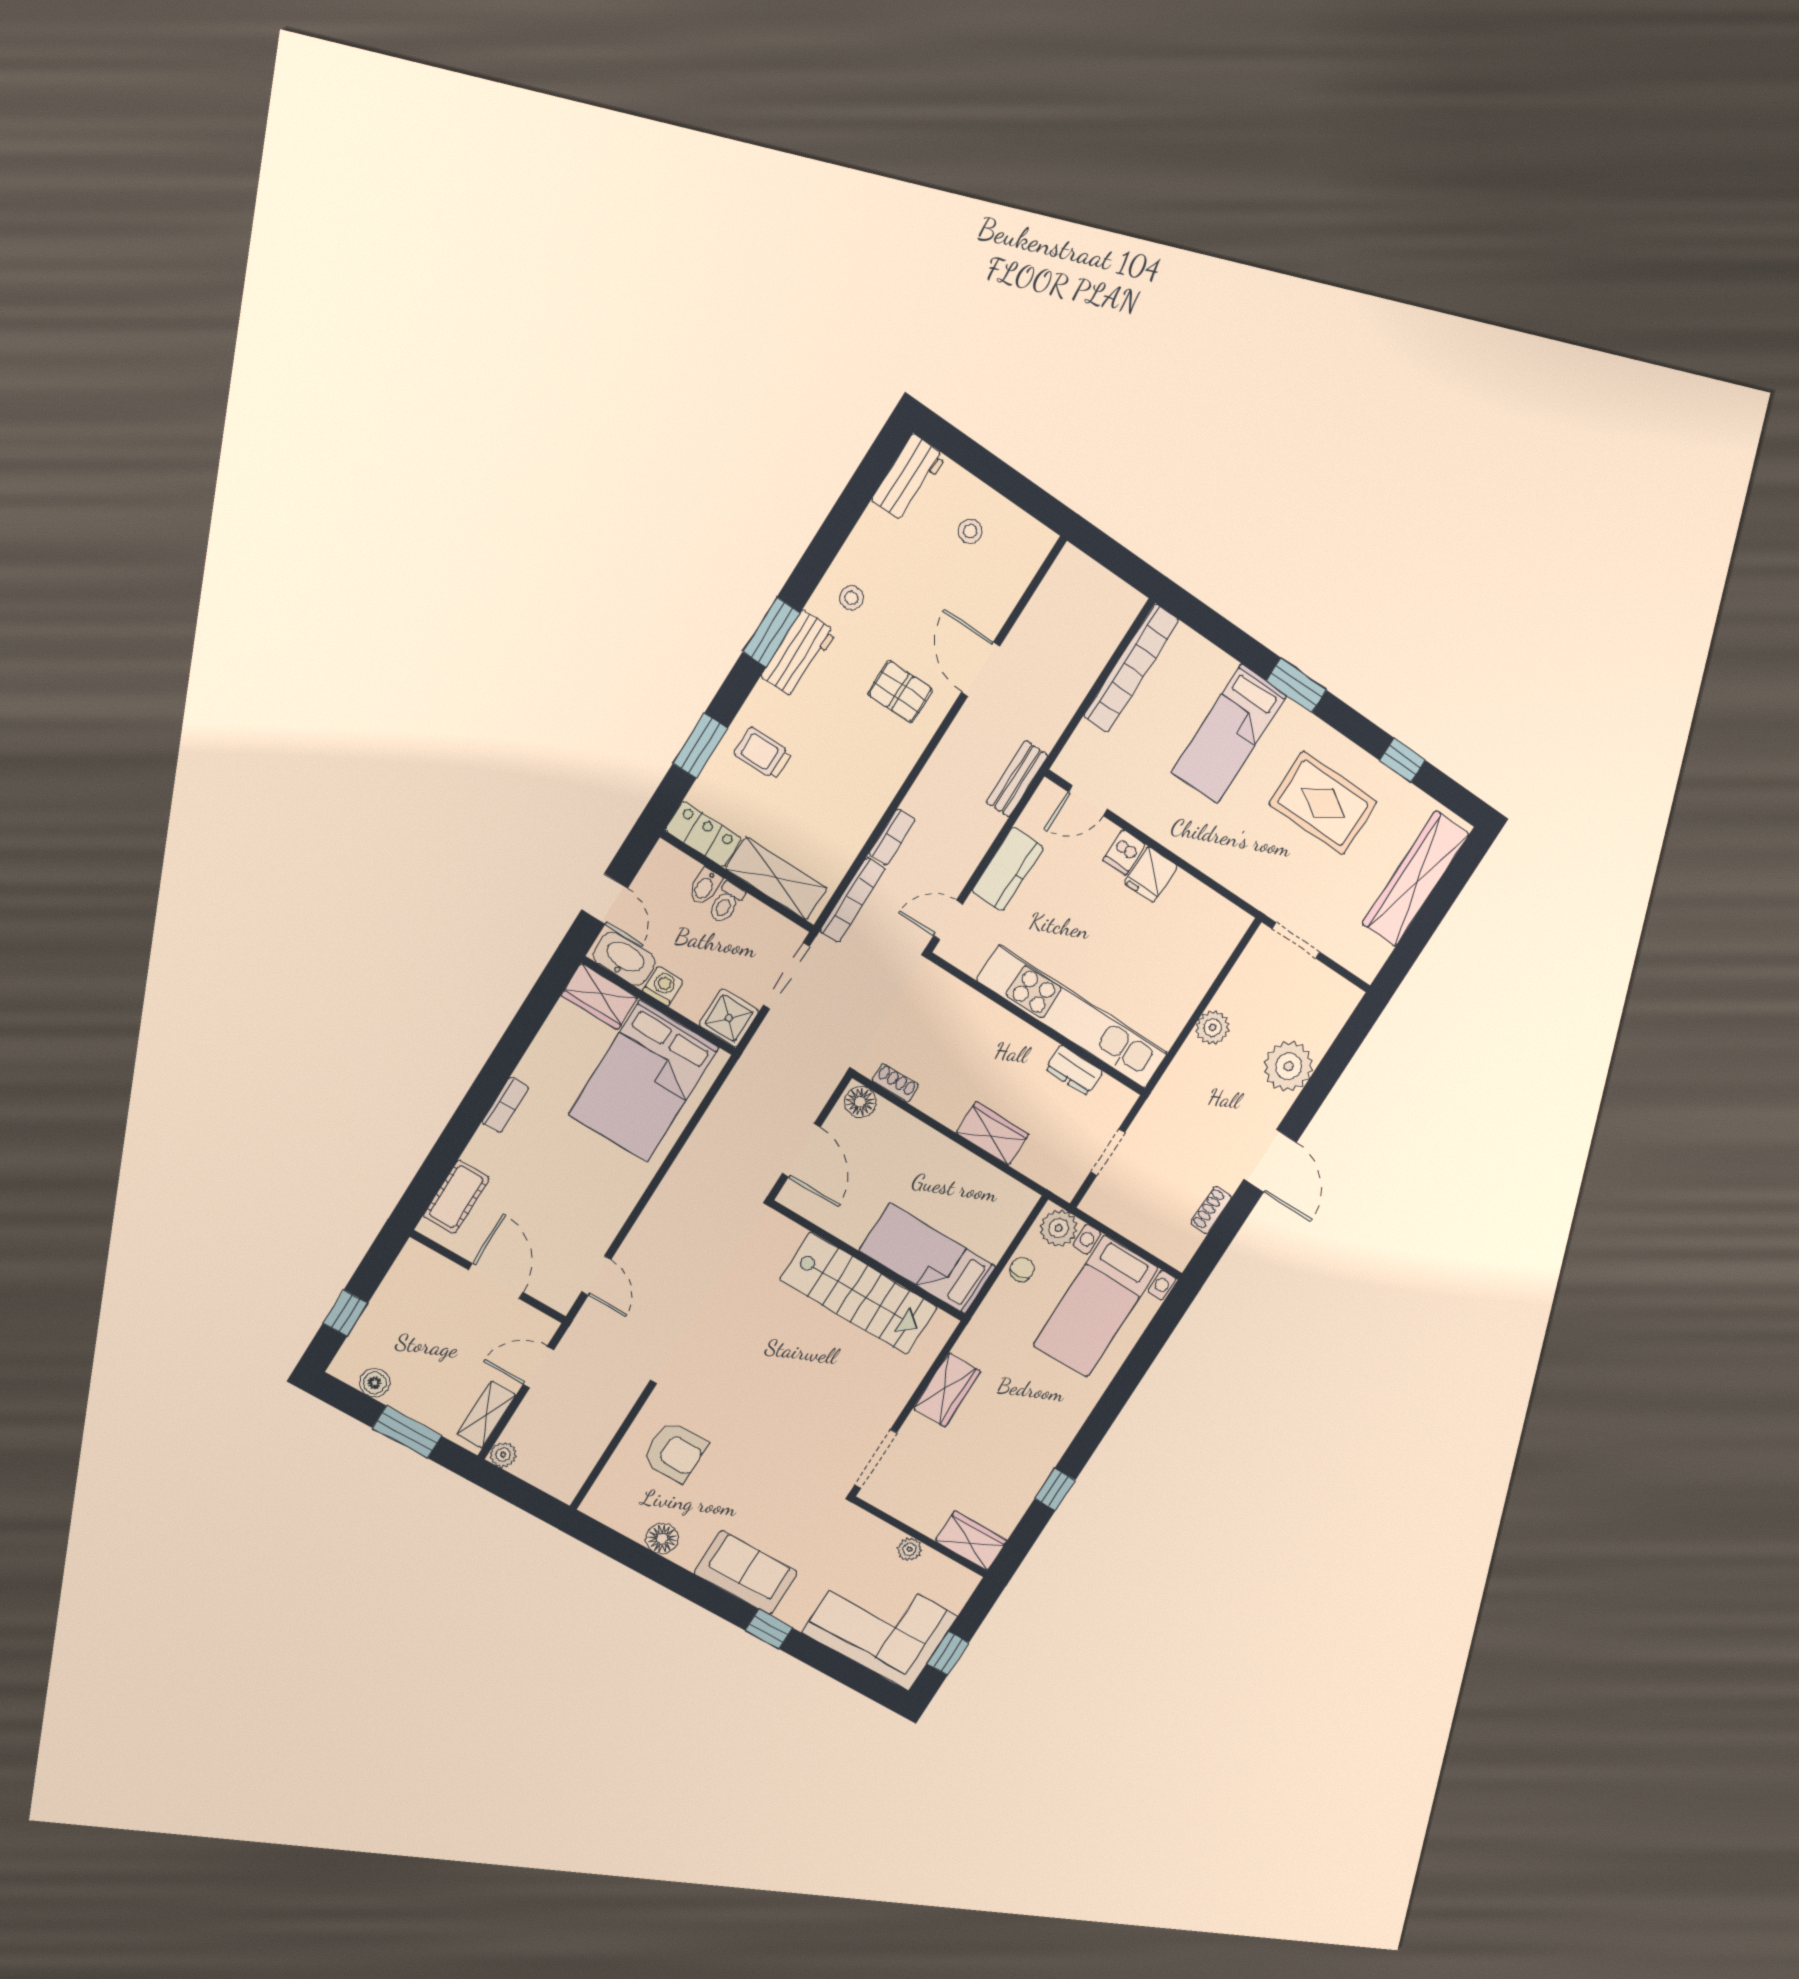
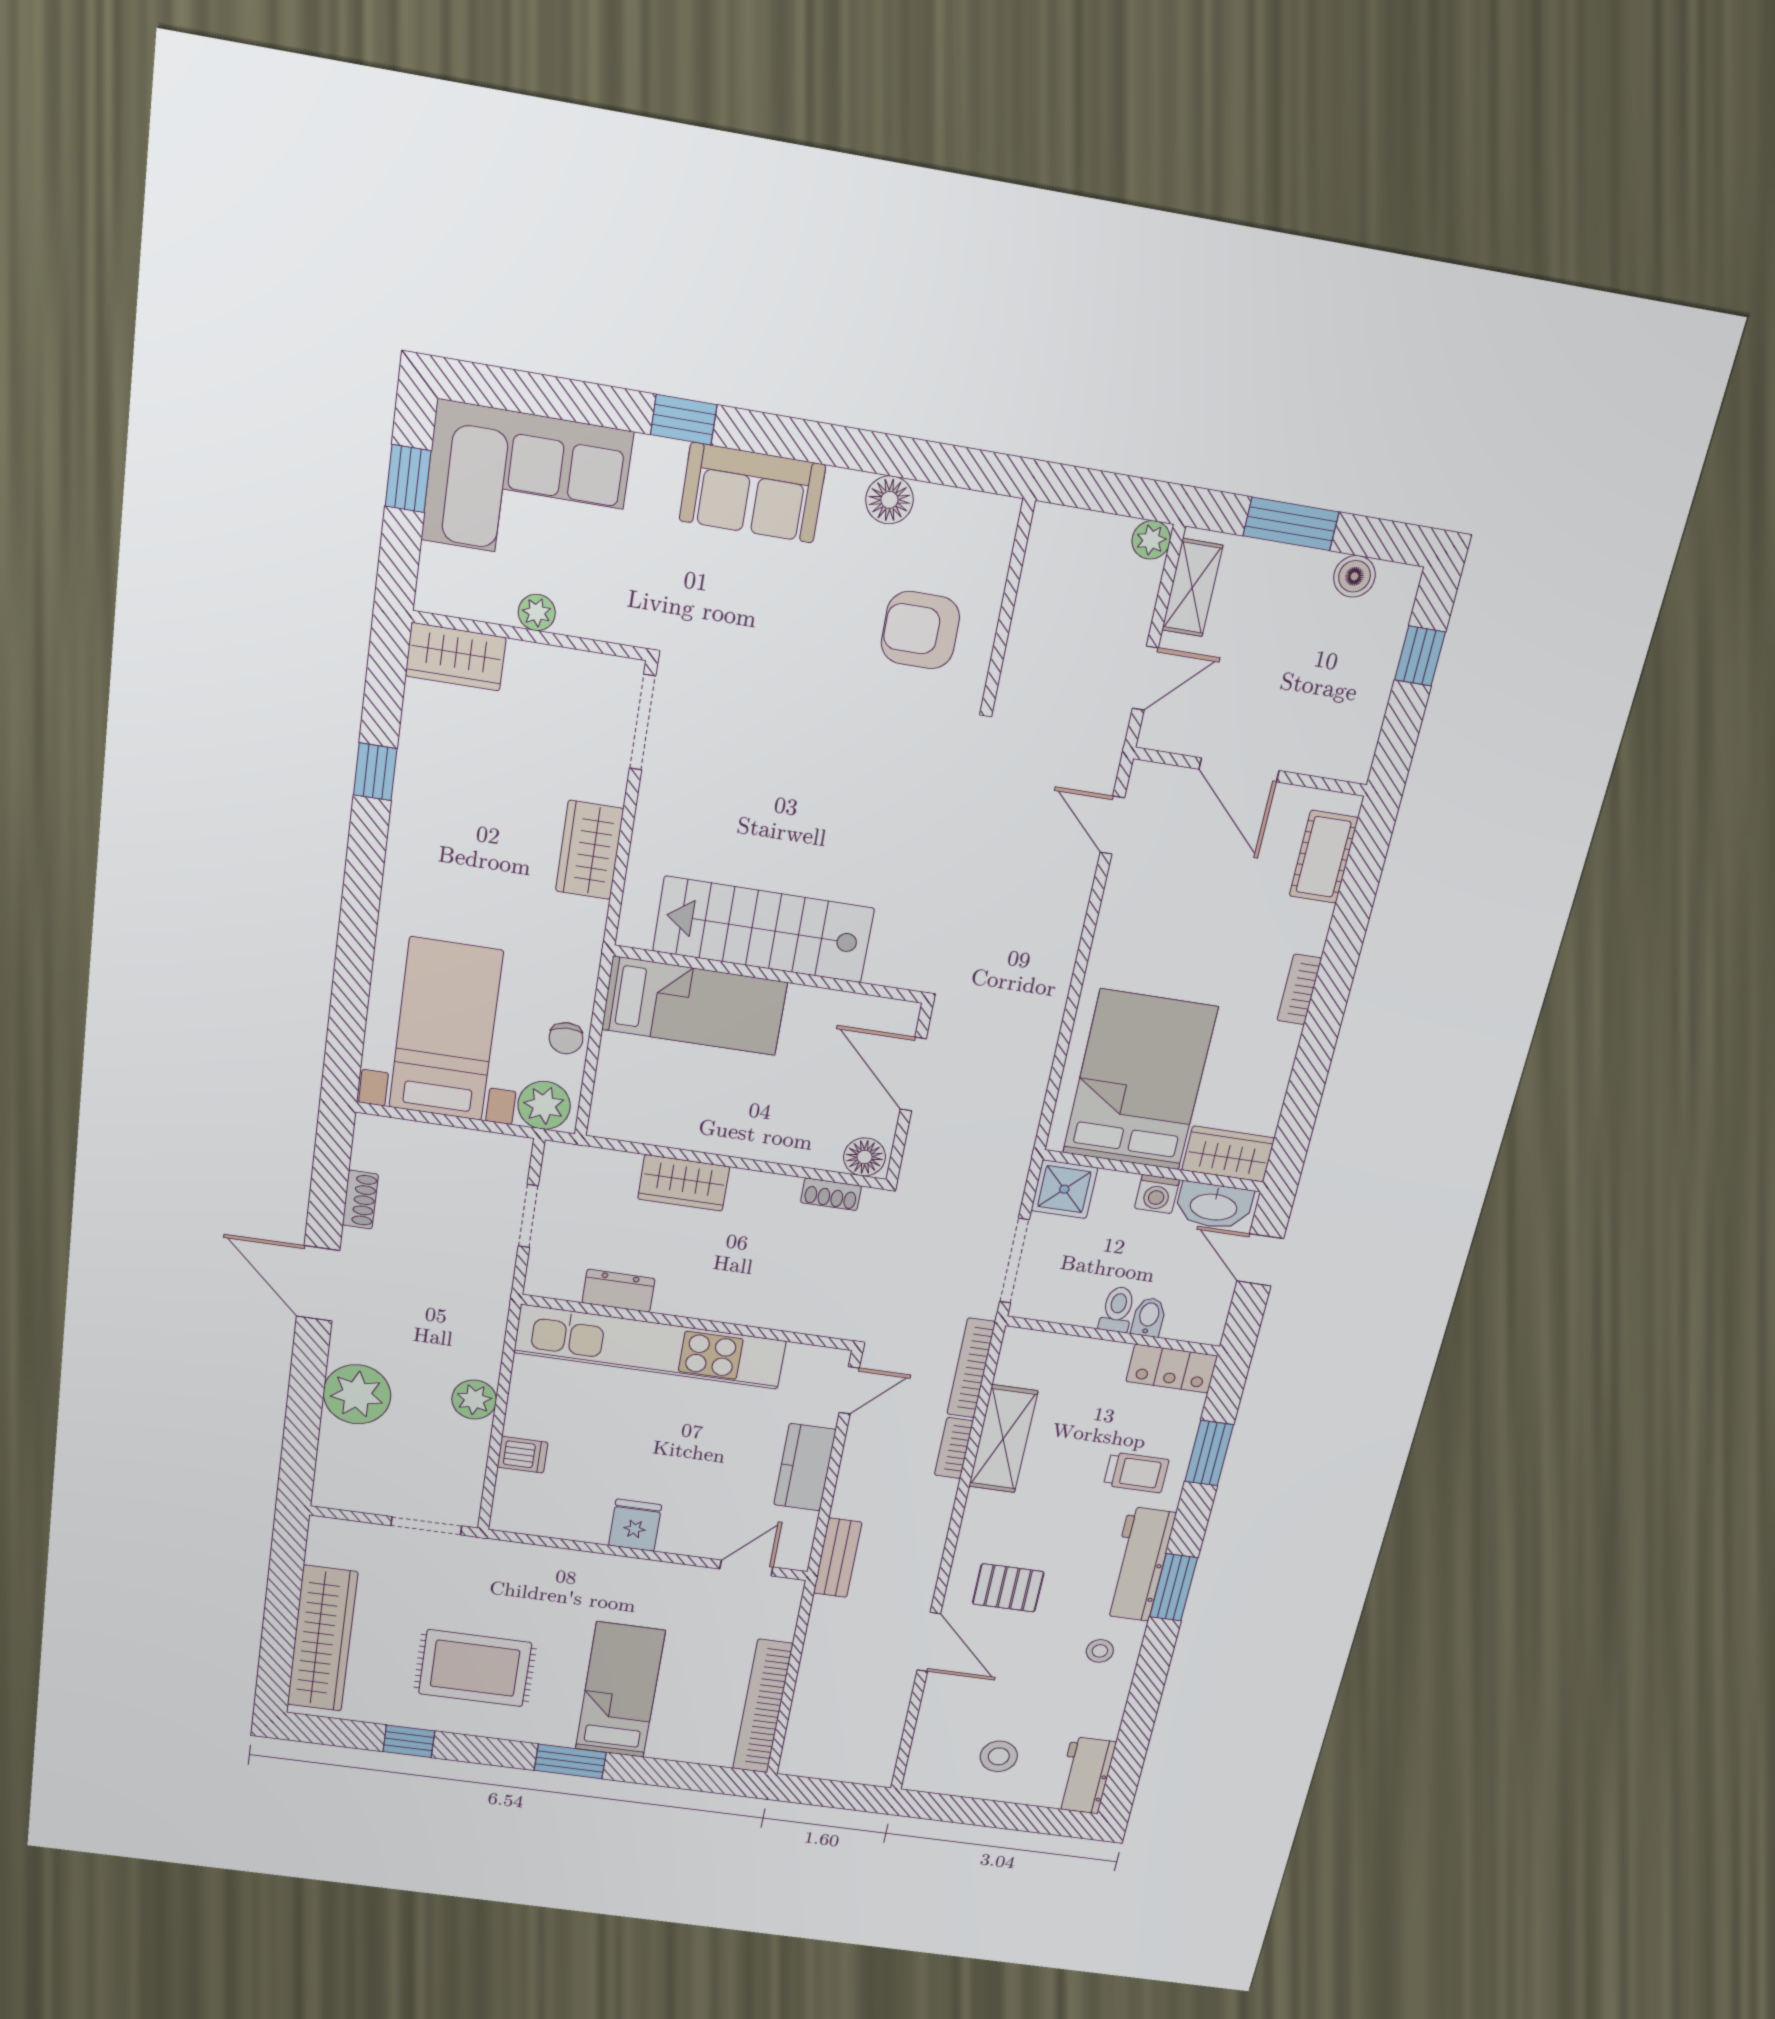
stool: (970, 531) -> (999, 1756), width x1.37, depth x1.37
workbench: (799, 654) -> (1139, 1564), width x1.38
dishwasher: (1124, 852) -> (522, 1455), moved, turned 90
shelving: (777, 879) -> (1003, 1439), moved, turned 90

